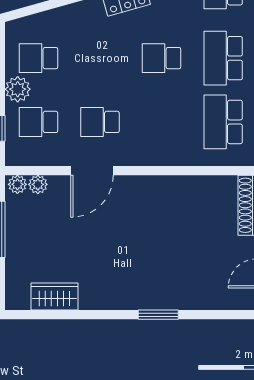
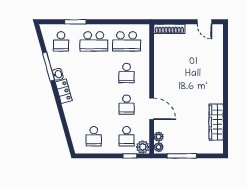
school desk: (162, 58) -> (127, 73), moved
plant: (18, 89) -> (143, 147), moved
wardrobe: (55, 296) -> (216, 122), width x1.50
window: (158, 315) -> (226, 75), removed

